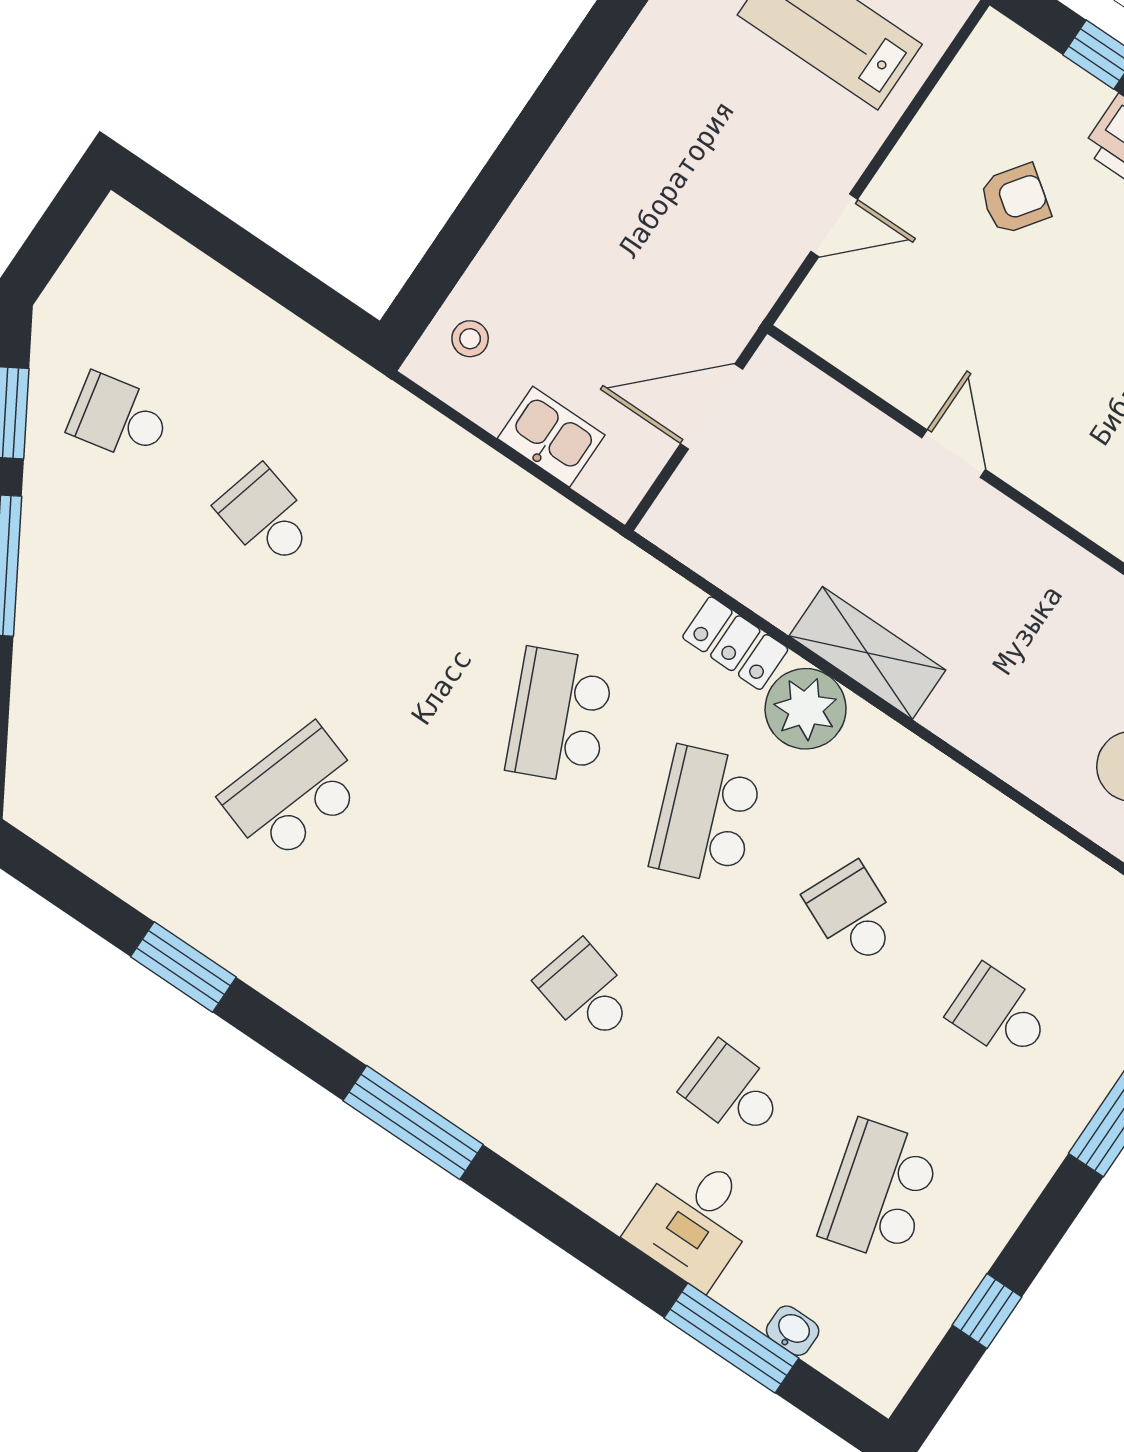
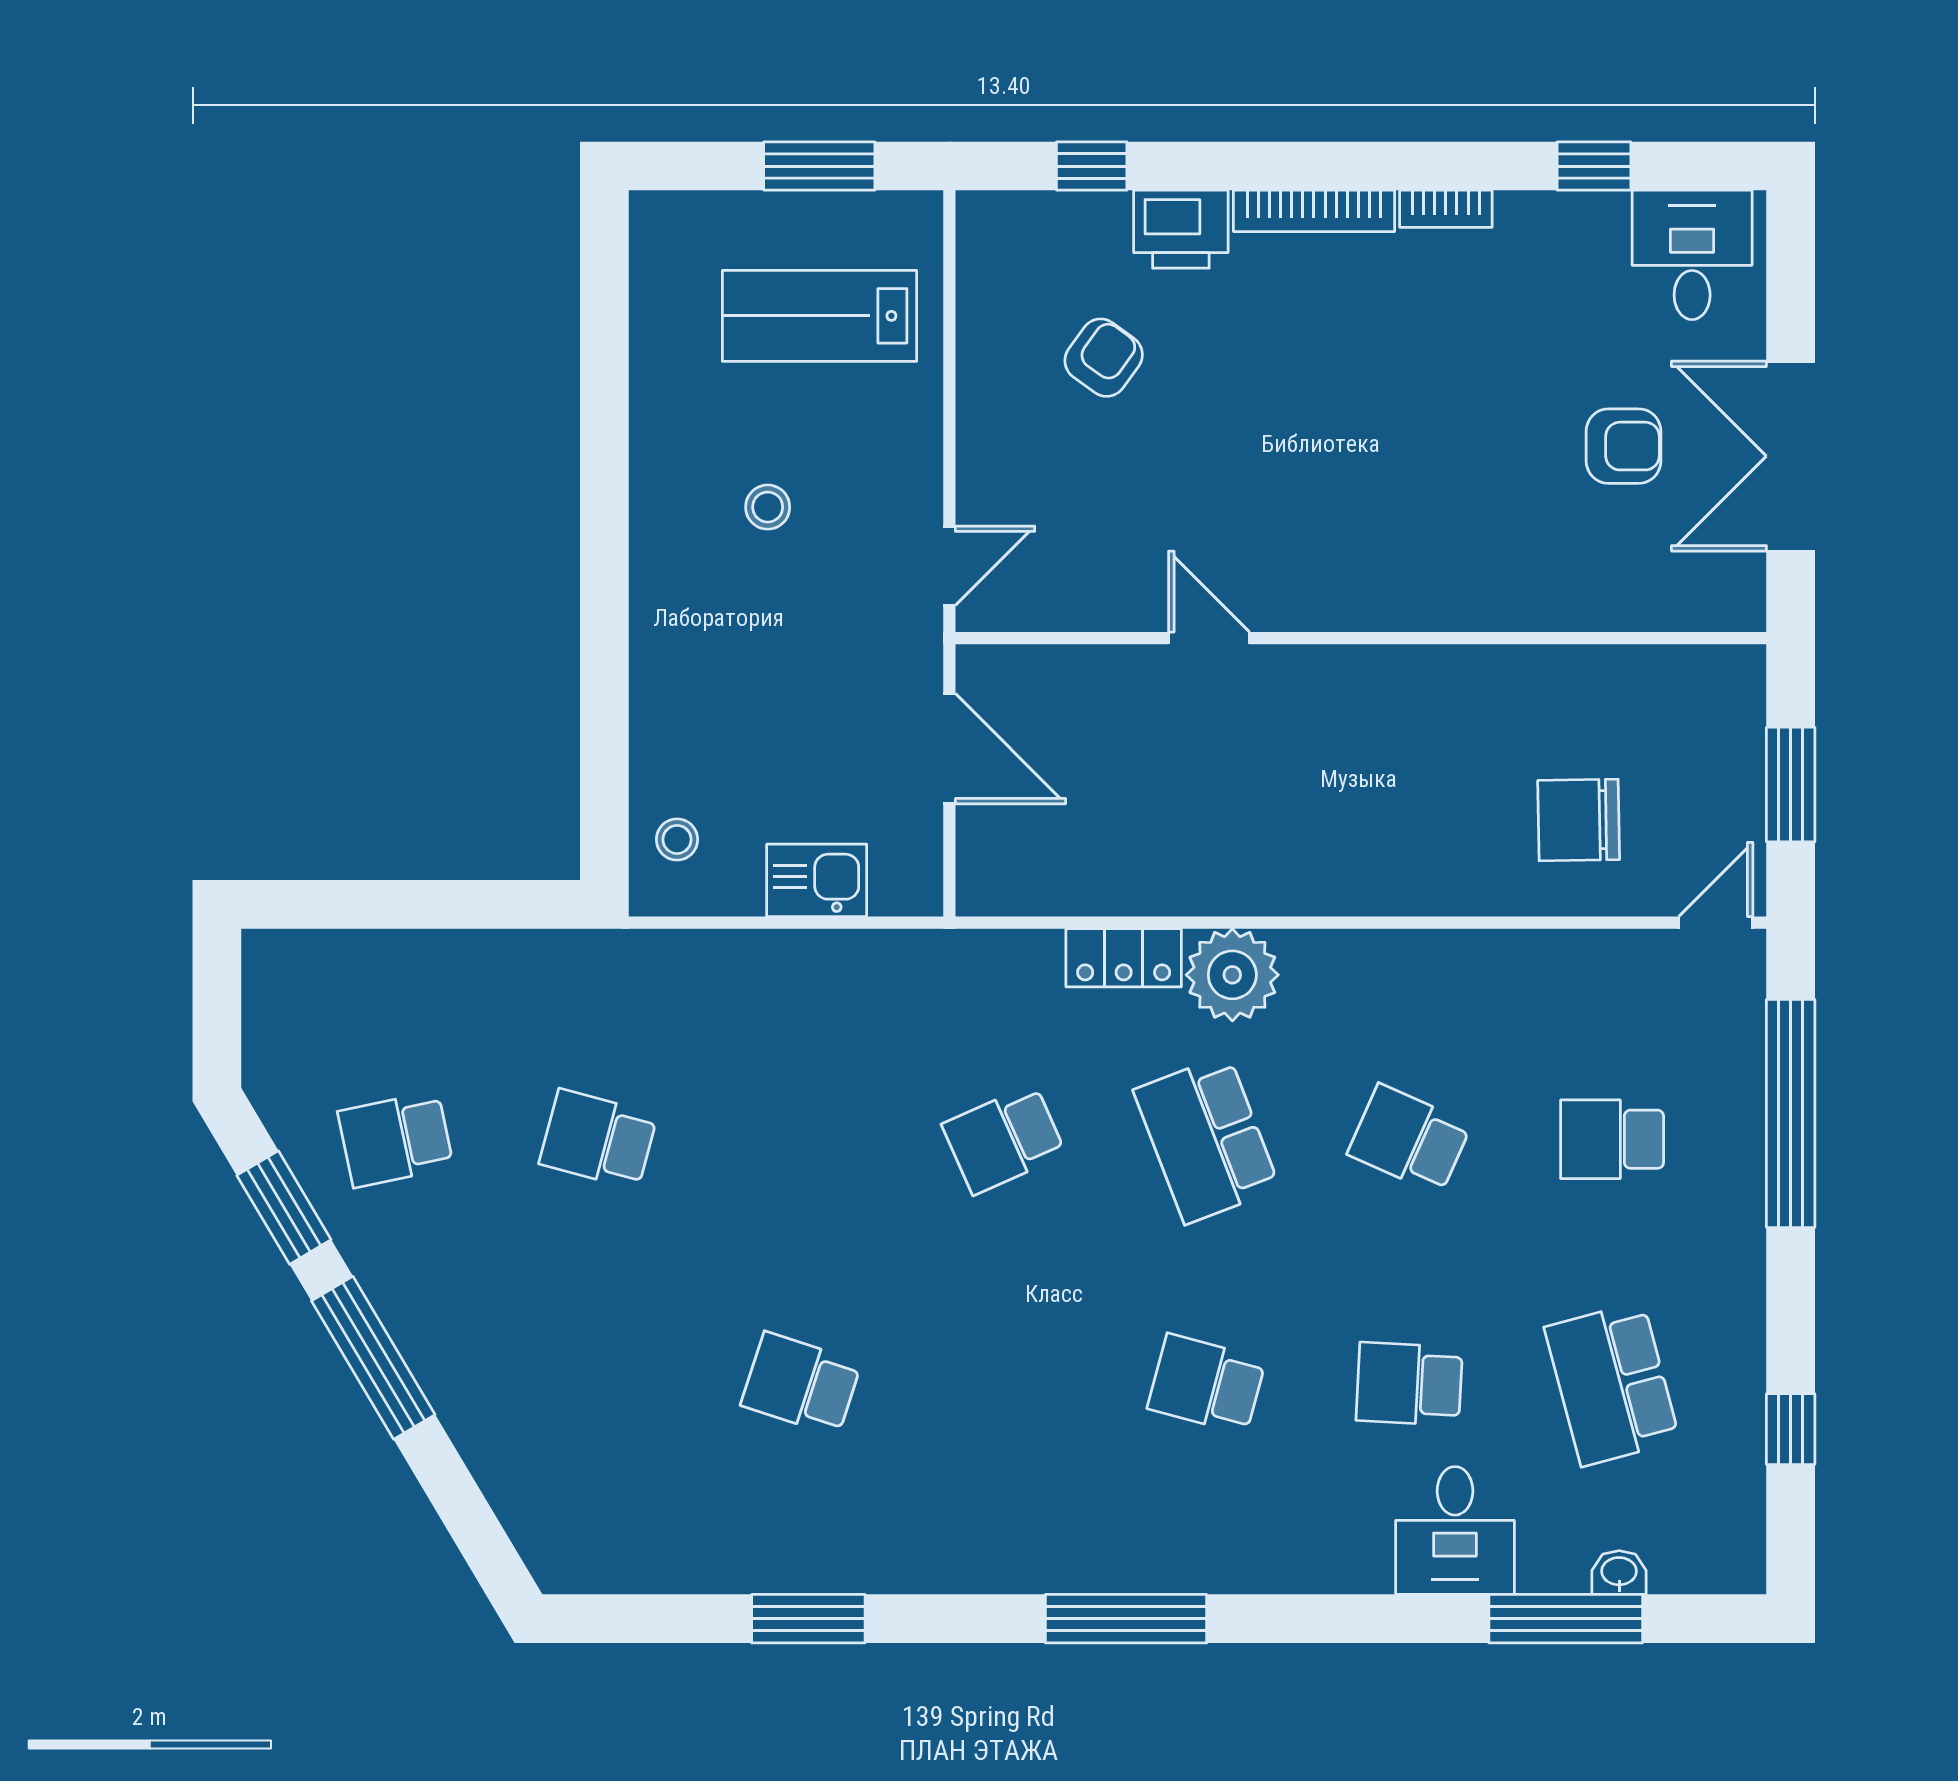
stool: (699, 143) -> (768, 507), added
door: (834, 225) -> (949, 566), moved
door: (712, 406) -> (949, 749), swing flipped
shelving: (867, 653) -> (1255, 882), removed
school desk: (560, 716) -> (1004, 1139), width x0.54
school desk: (293, 793) -> (801, 1384), width x0.54

